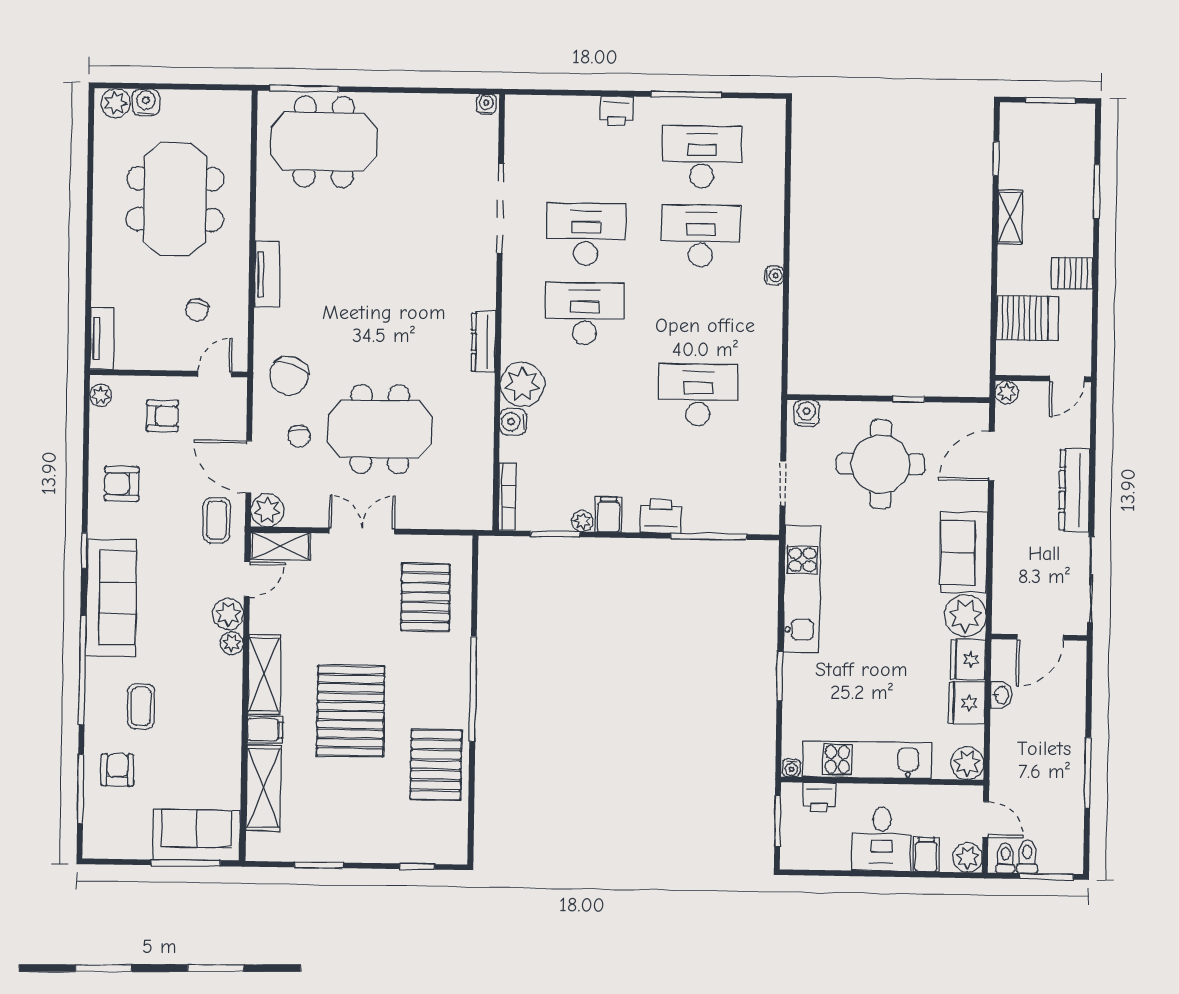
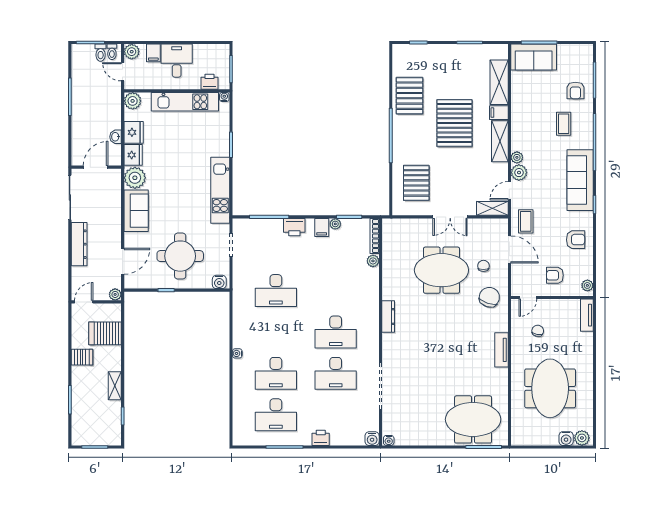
plant: (522, 384) -> (373, 261), moved, width x0.53, depth x0.53
water cooler: (513, 422) -> (372, 439), moved, turned 90
plant: (267, 510) -> (499, 227), removed

